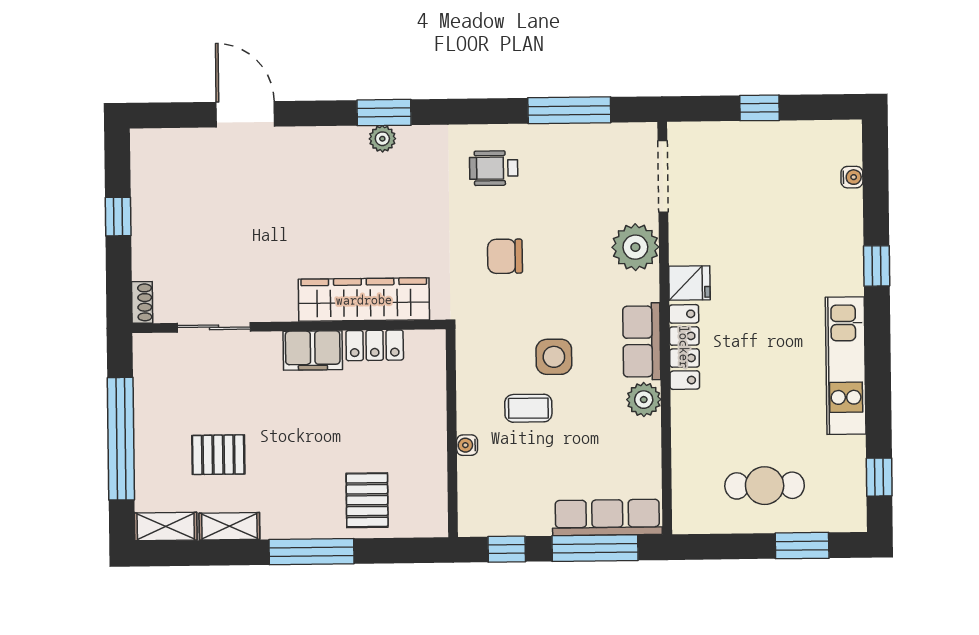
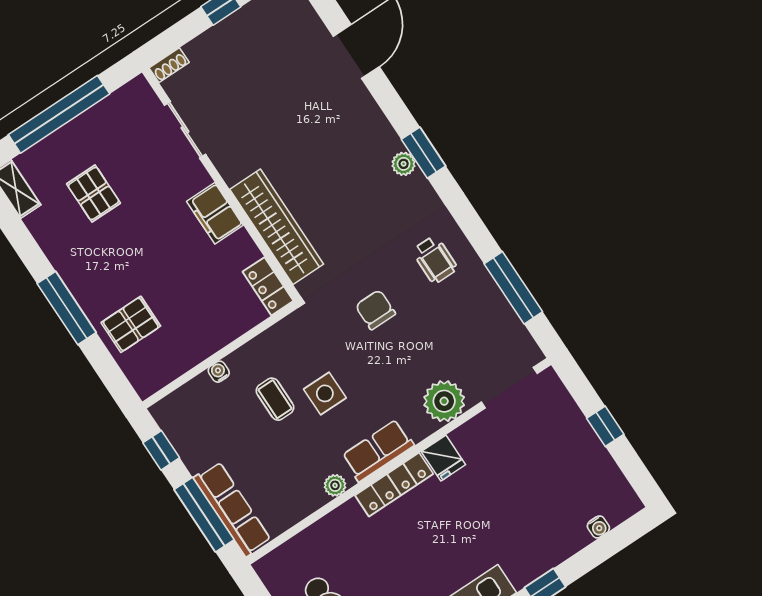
wheelchair: (494, 168) -> (435, 260), turned 180
locker: (375, 345) -> (268, 286), moved
plant: (644, 400) -> (335, 485), width x0.73, depth x0.73
shelving: (229, 526) -> (46, 236), removed

